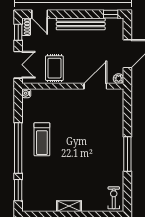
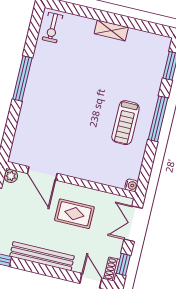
rug: (54, 68) -> (74, 214), moved, turned 90
door: (95, 86) -> (42, 173), hinge flipped
treadmill: (42, 139) -> (125, 123), turned 180
window: (18, 148) -> (158, 119), width x0.68

